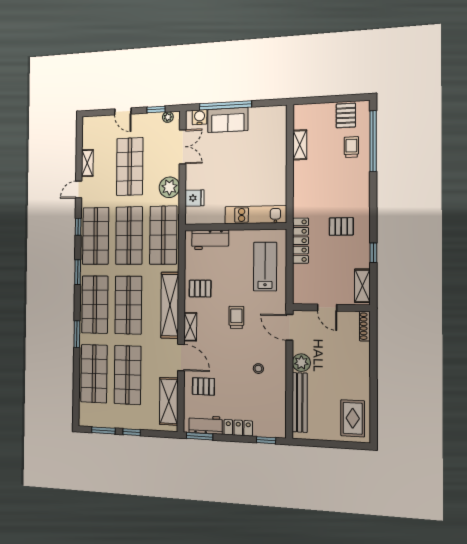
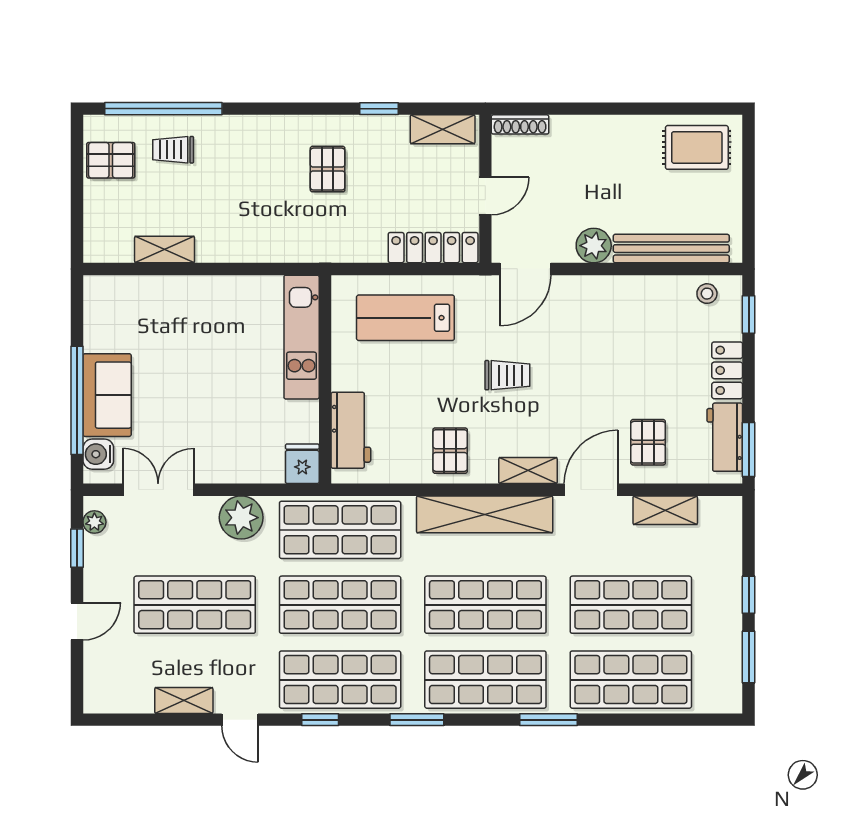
fridge: (194, 198) -> (302, 464), moved
locker: (301, 241) -> (433, 248), moved
trolley: (236, 317) -> (507, 375), turned 180
stool: (258, 369) -> (707, 294), moved
shelving: (169, 401) -> (665, 510), width x0.67, depth x0.75

